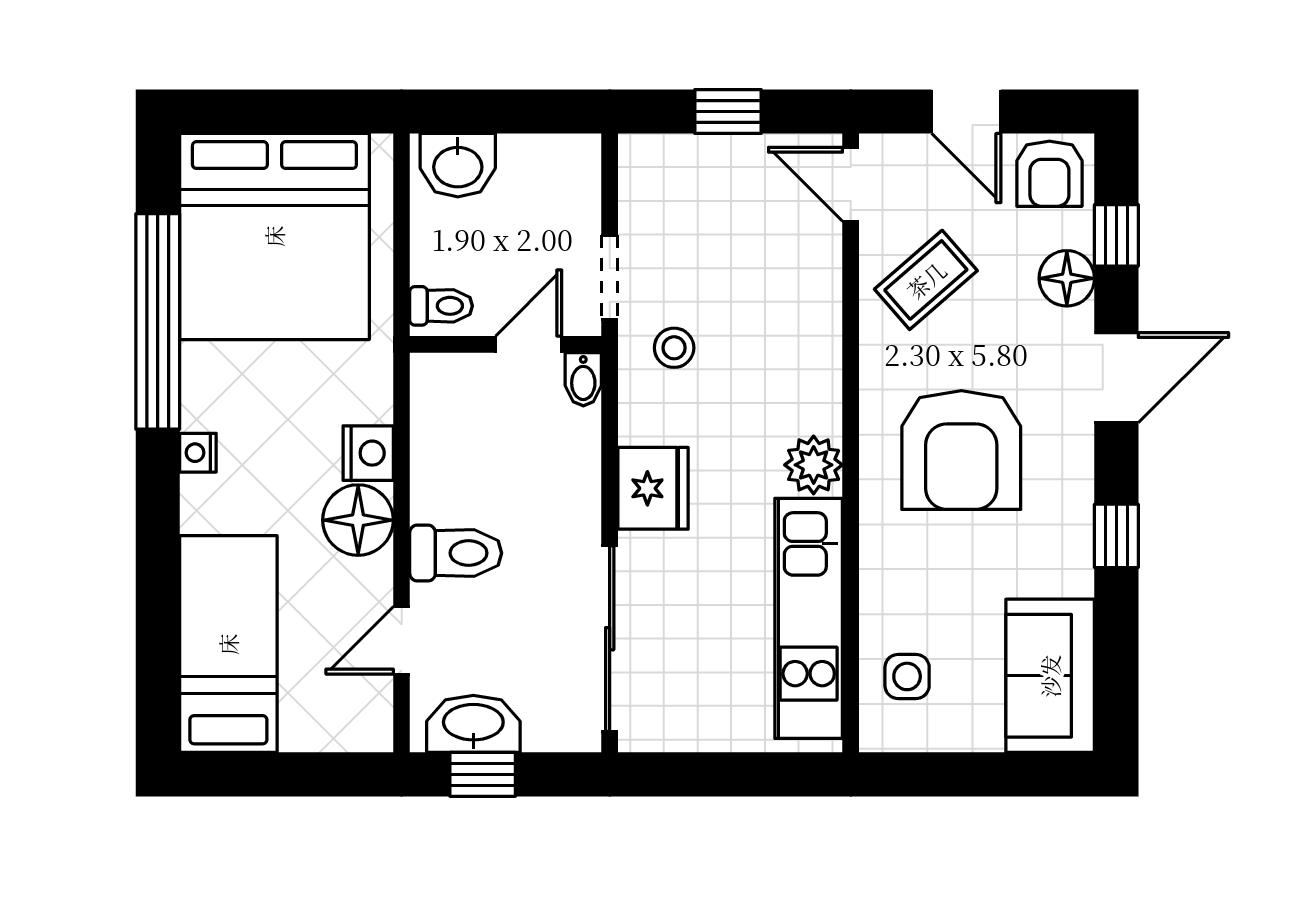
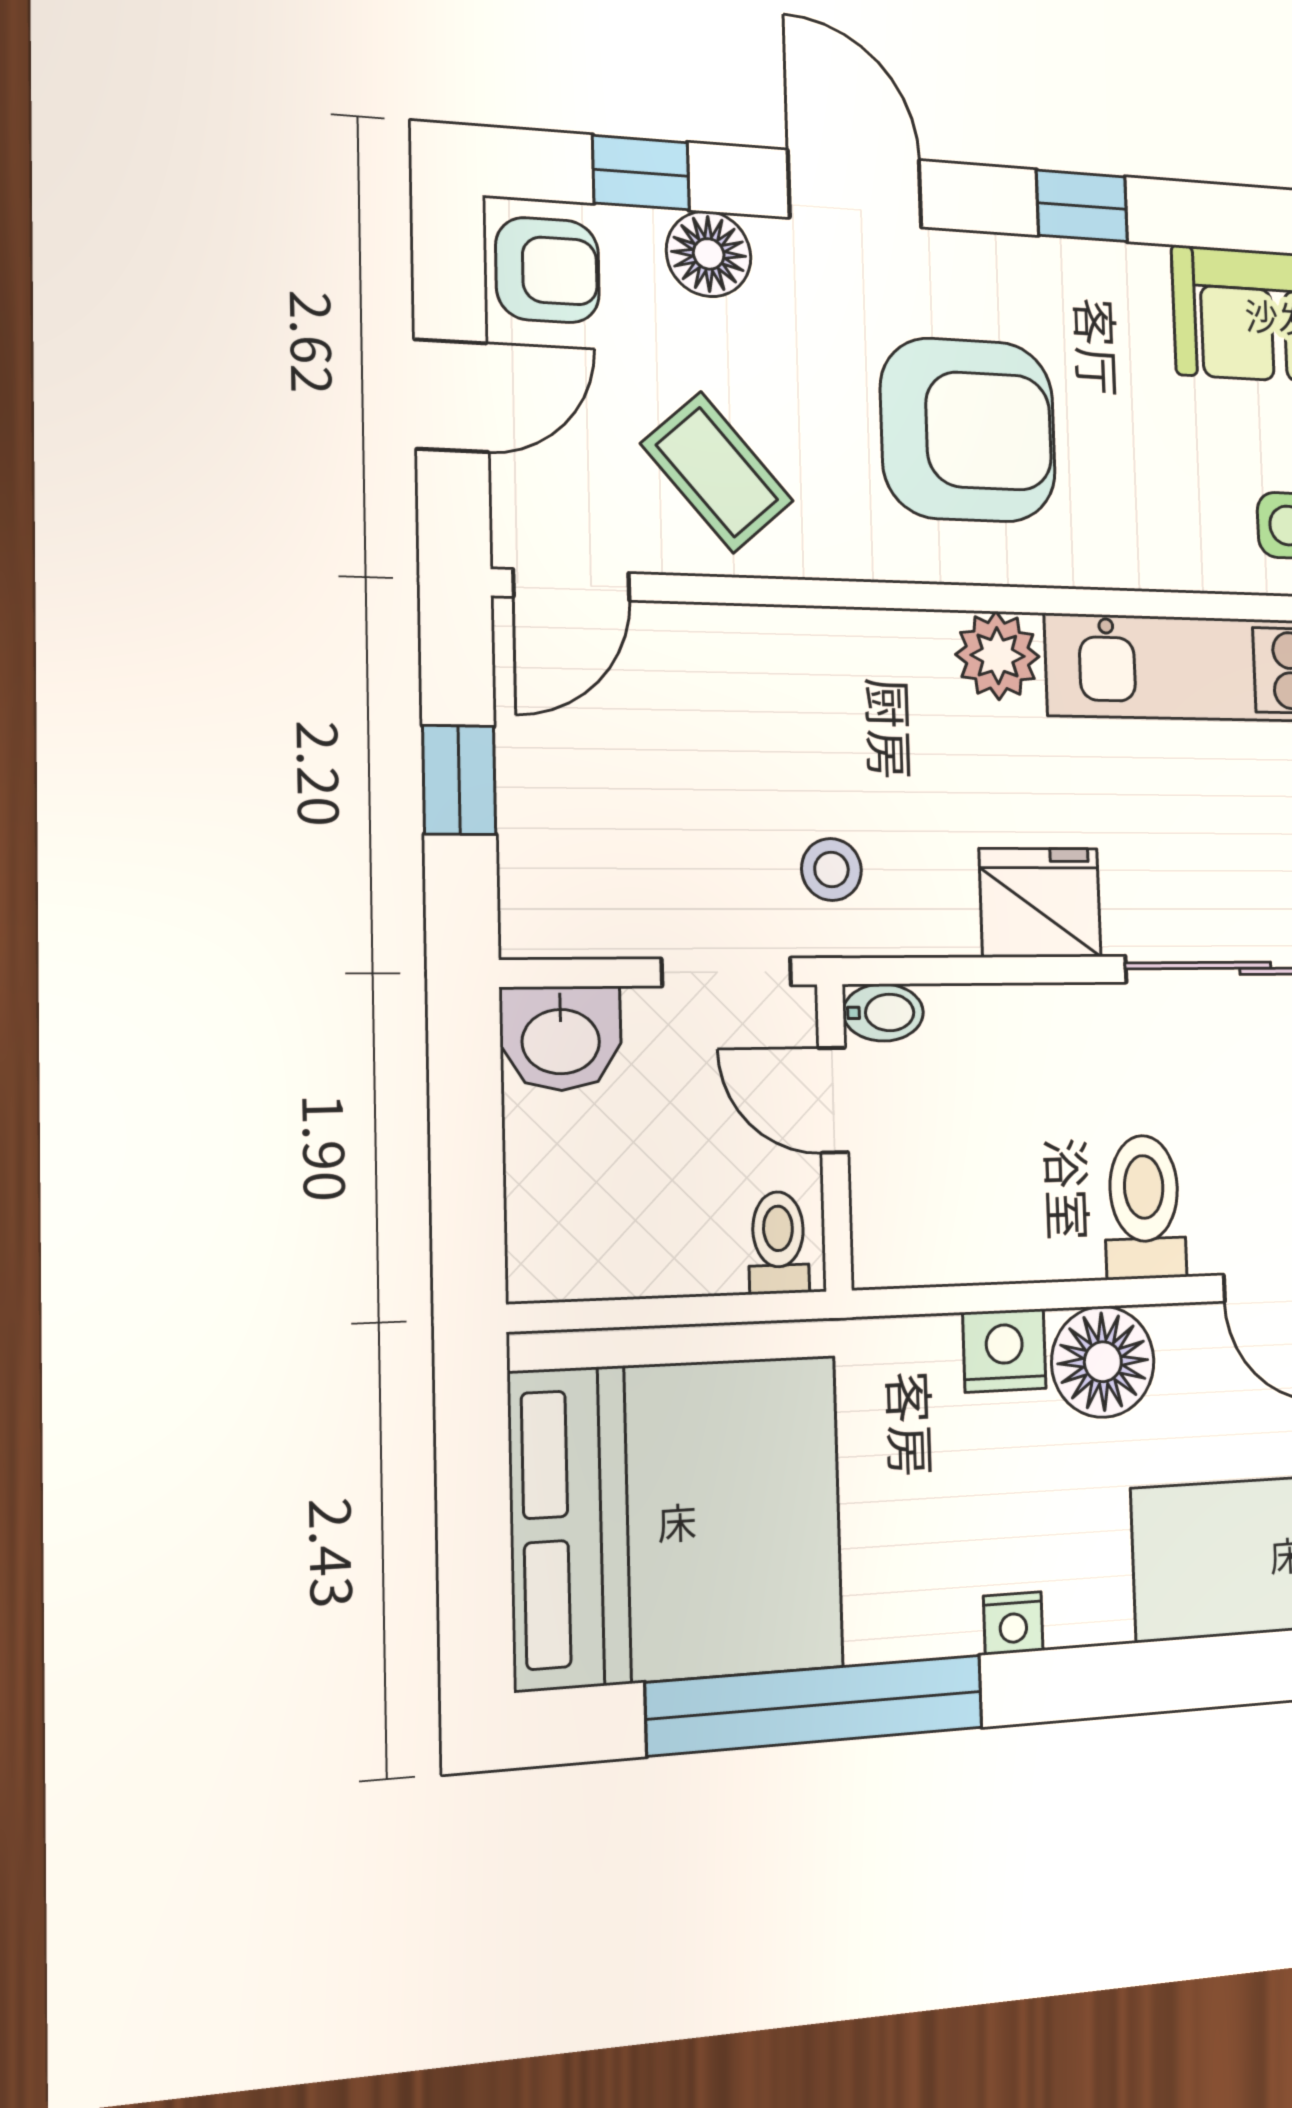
washbasin: (458, 165) -> (561, 1038), moved, turned 90

